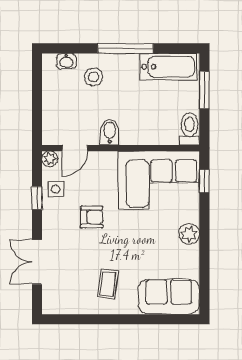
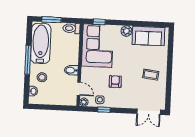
bathtub: (168, 67) -> (41, 43), width x1.36, depth x1.36
double door: (37, 262) -> (149, 112), moved
sofa: (169, 297) -> (148, 36), moved, turned -90

